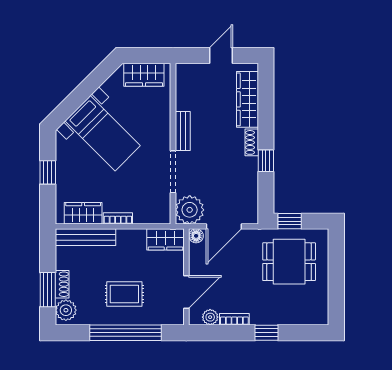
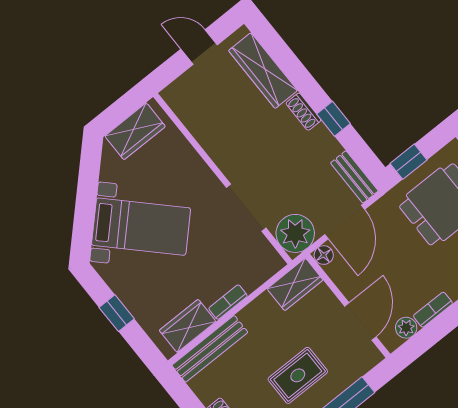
door: (221, 56) -> (199, 47), hinge flipped
bench: (183, 131) -> (354, 177), moved

